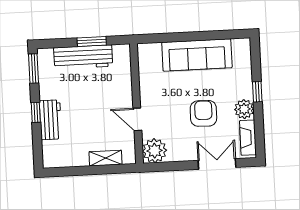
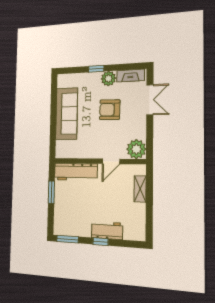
workbench: (83, 57) -> (76, 172), moved, turned 90
double door: (217, 164) -> (150, 100), swing flipped

